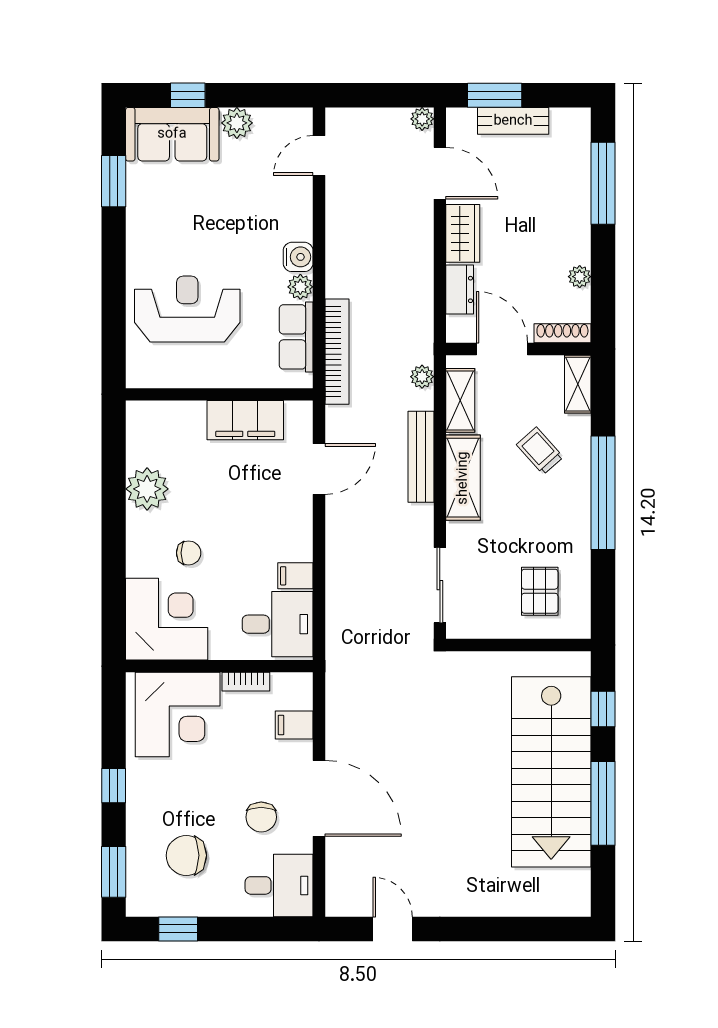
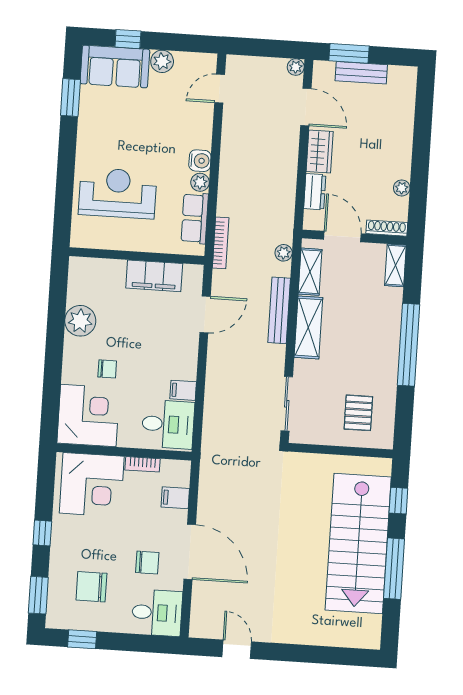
window: (603, 183) -> (423, 122), removed
bookcase: (337, 352) -> (221, 243), width x0.68, depth x0.76
trolley: (540, 451) -> (365, 312), removed
chair: (261, 817) -> (147, 562), turned -90

